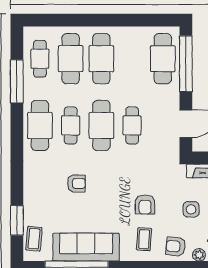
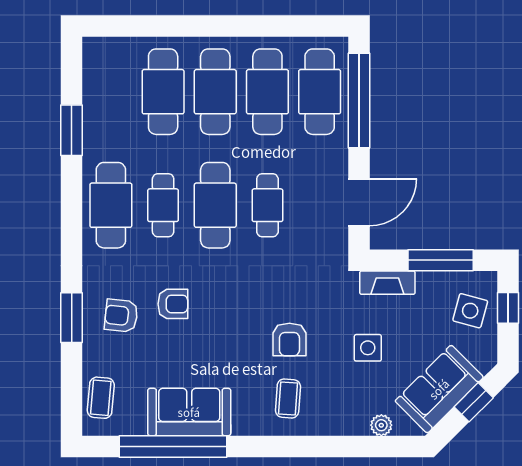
cafe table: (40, 59) -> (267, 92), moved, width x1.37, depth x1.35
window: (17, 81) -> (72, 130), width x0.69
window: (17, 220) -> (72, 318), moved
armchair: (176, 246) -> (121, 316), moved
sofa: (86, 247) -> (189, 412), width x0.73

